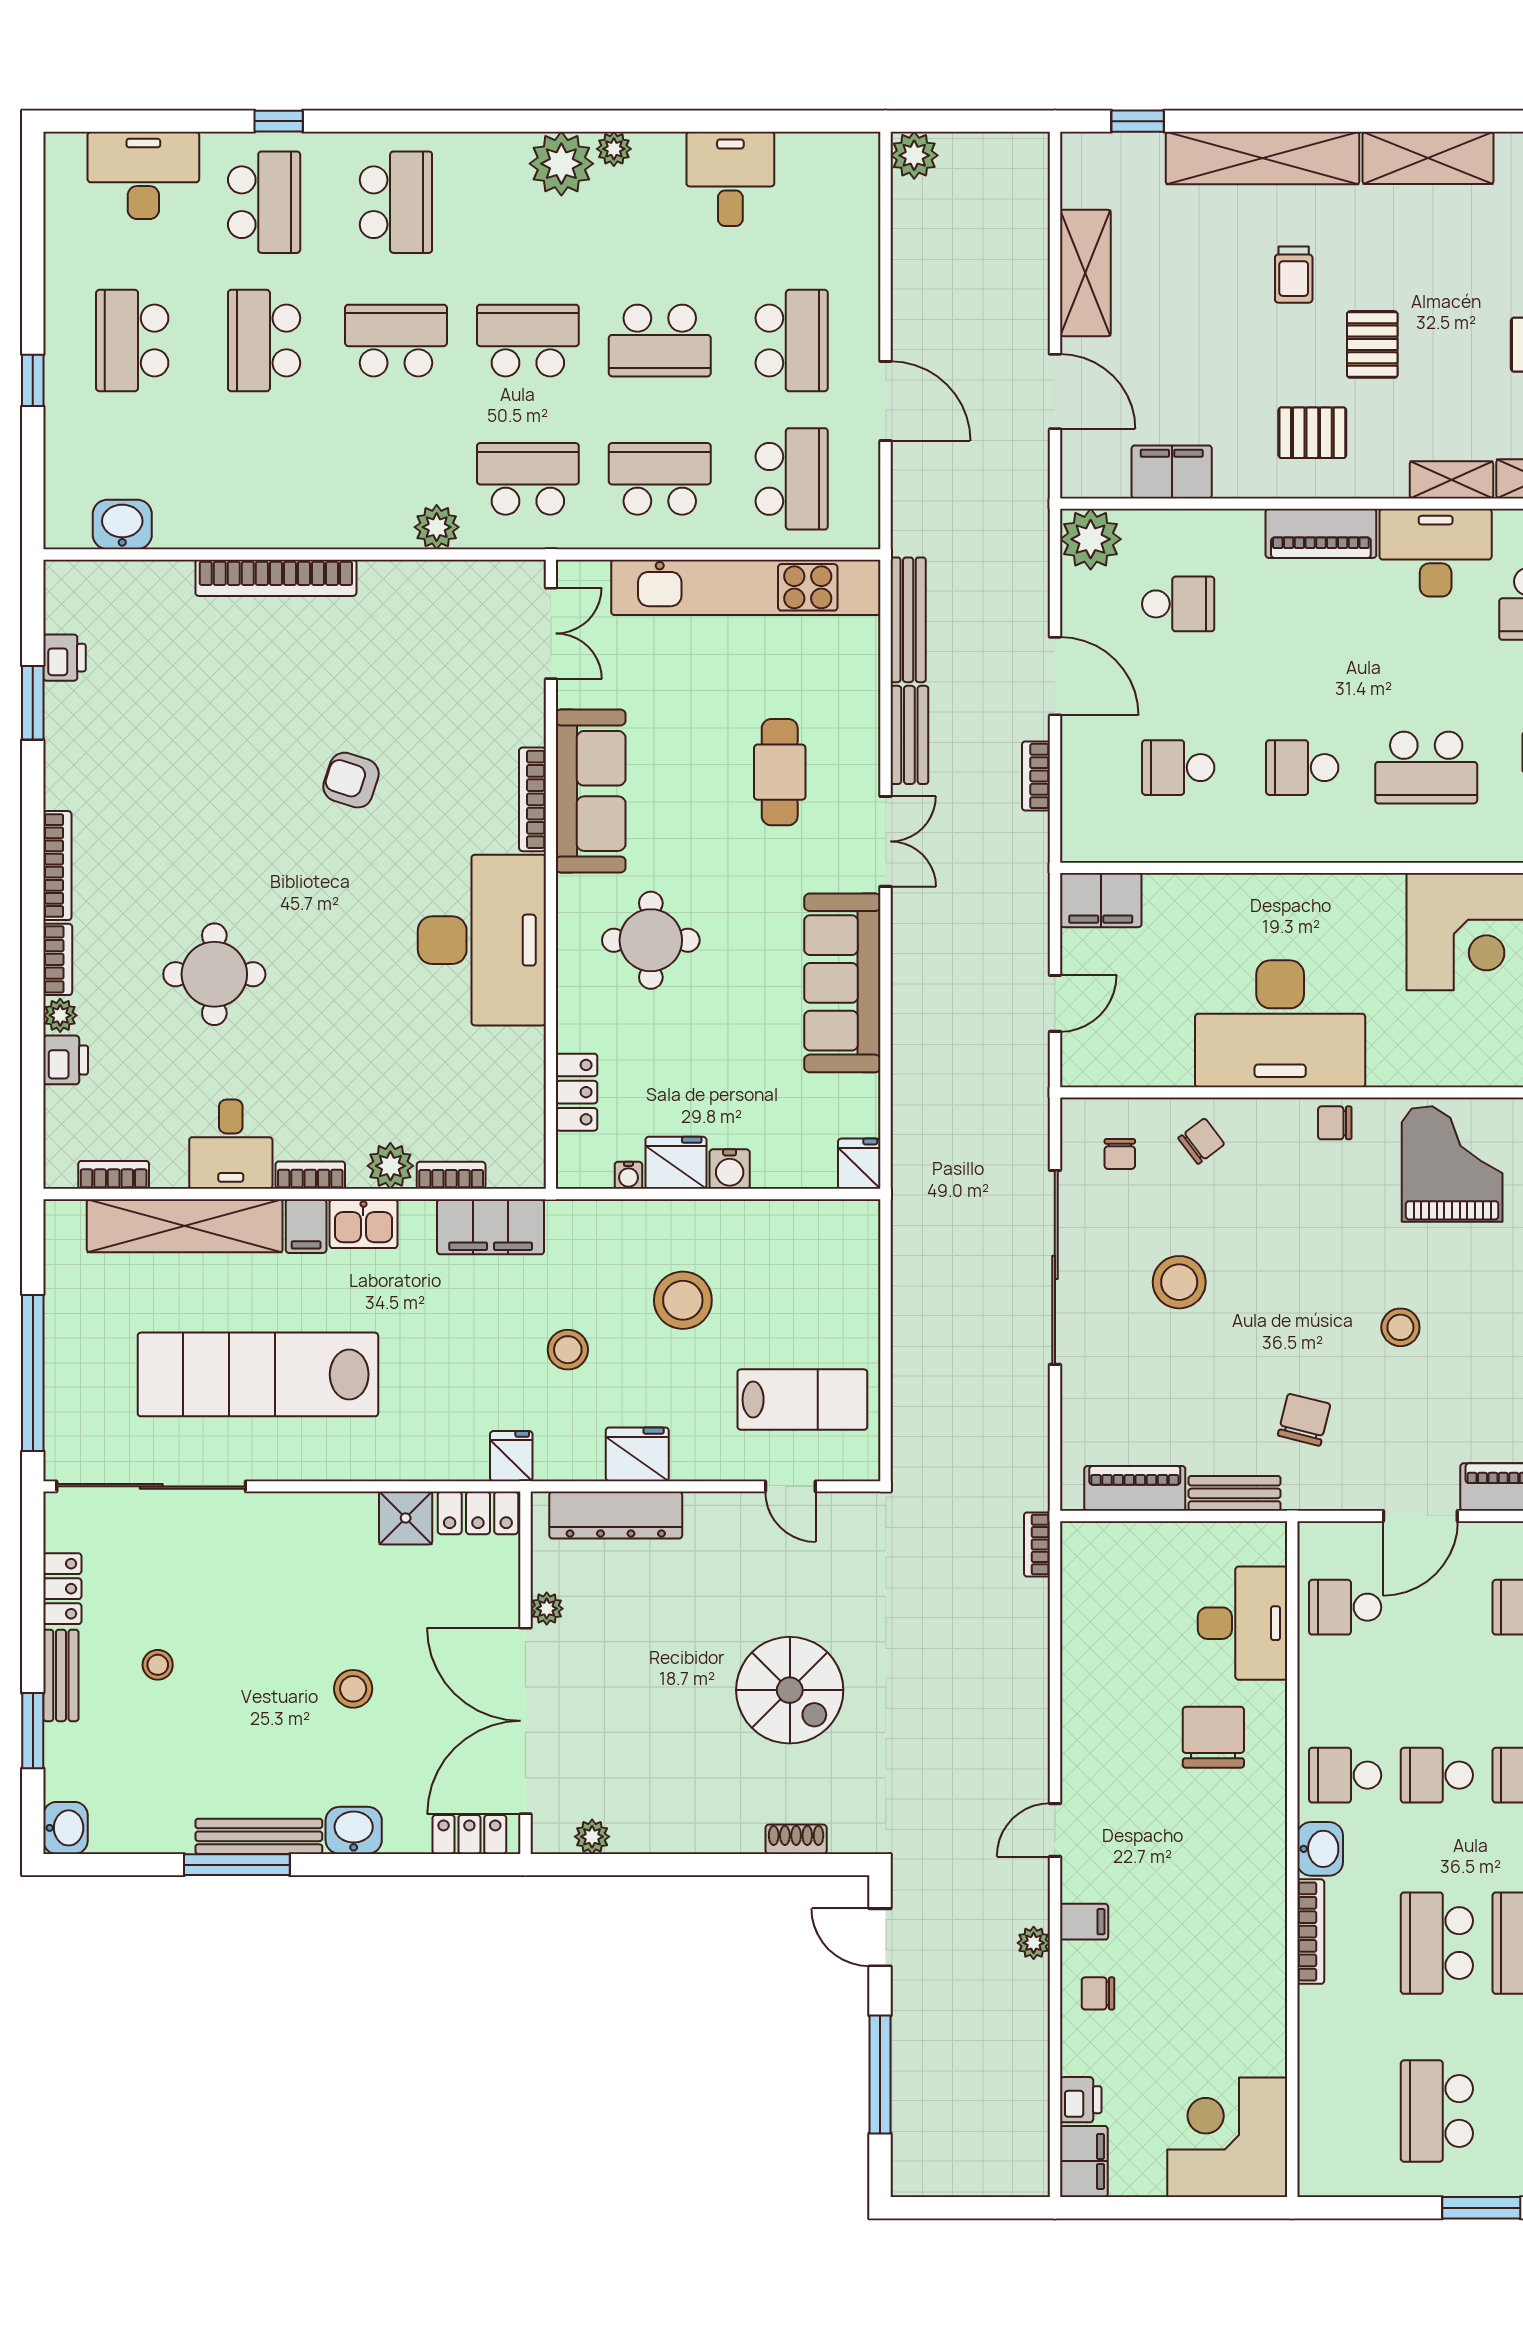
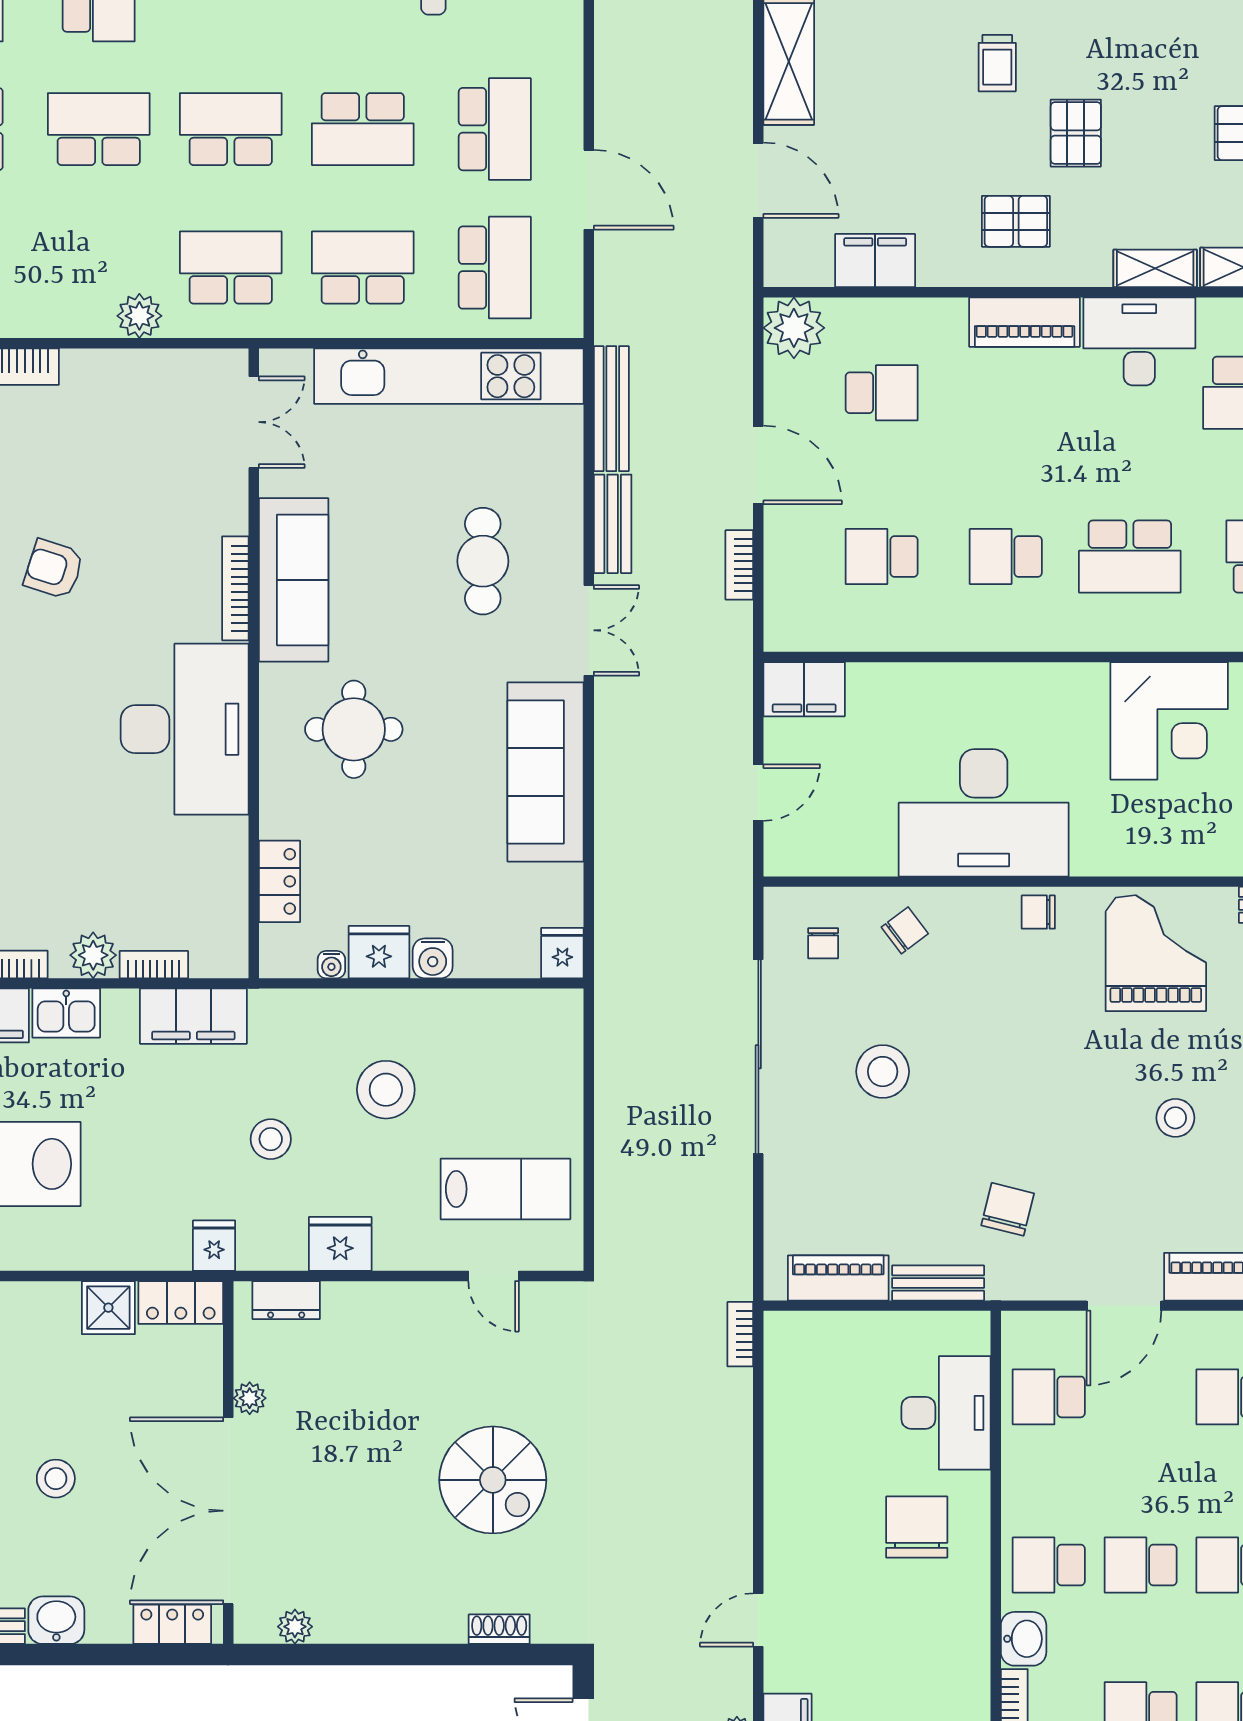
stool: (1400, 1327) -> (1175, 1118), moved
dresser: (616, 1515) -> (286, 1300), width x0.51, depth x0.80

